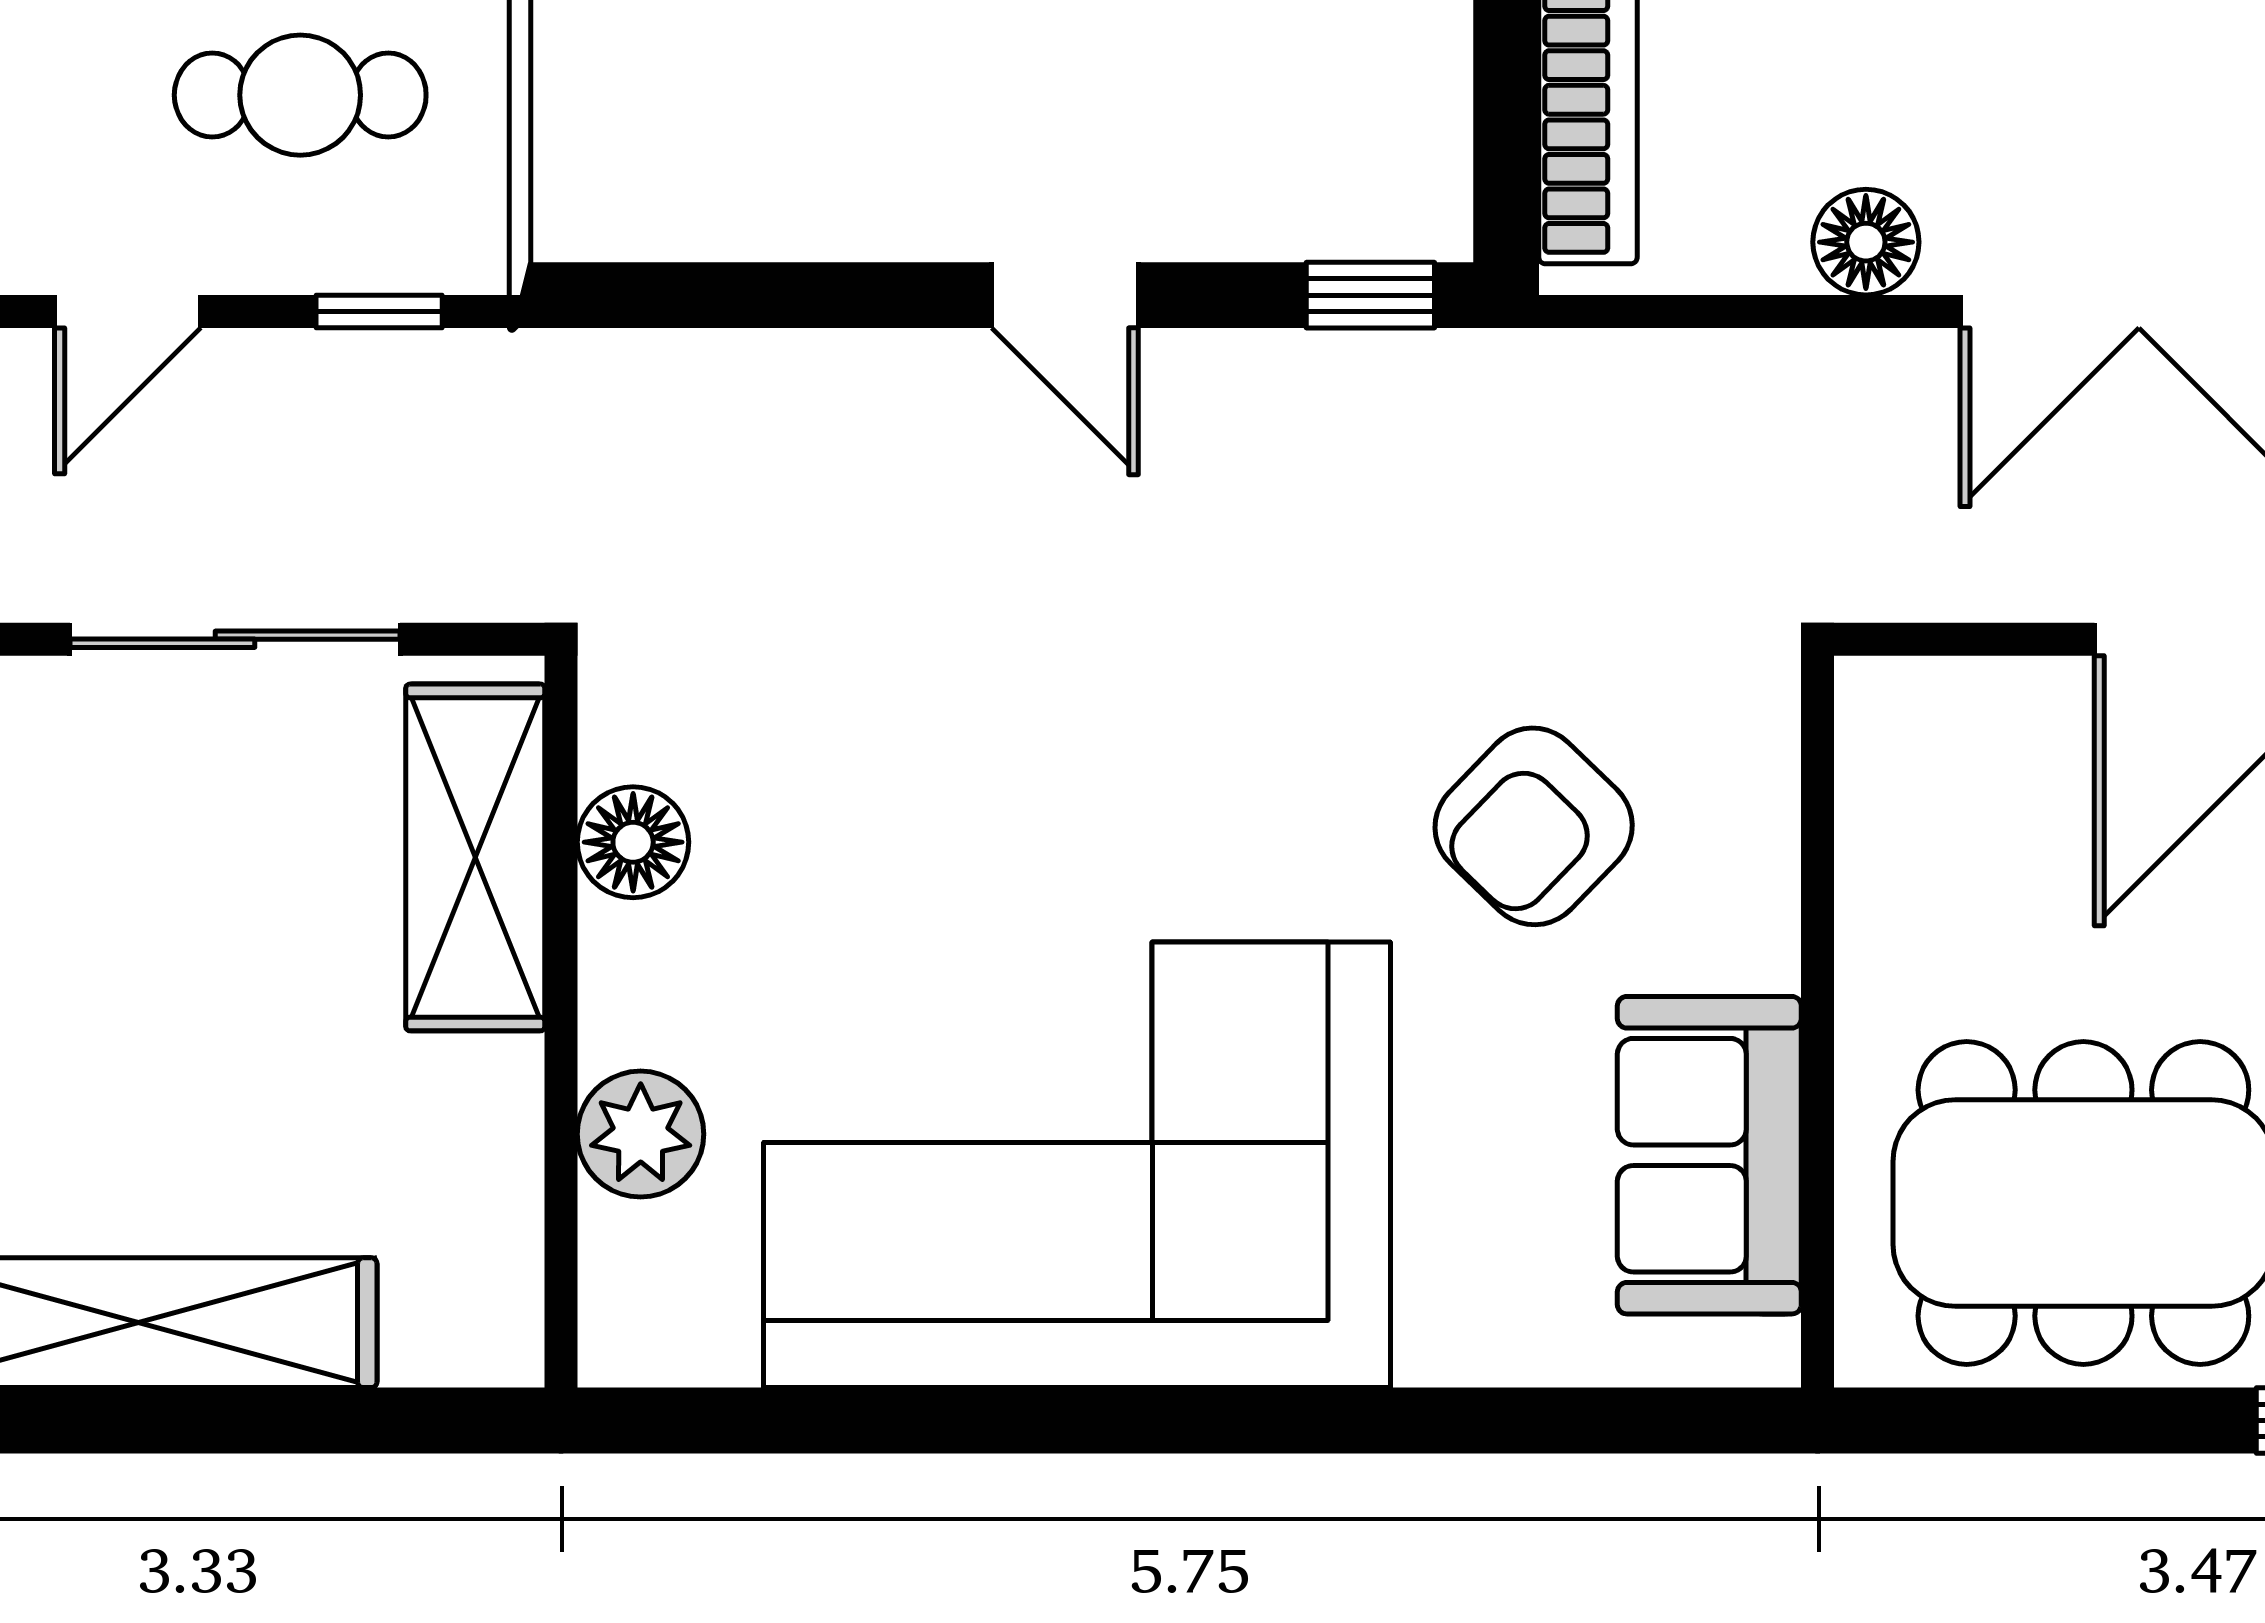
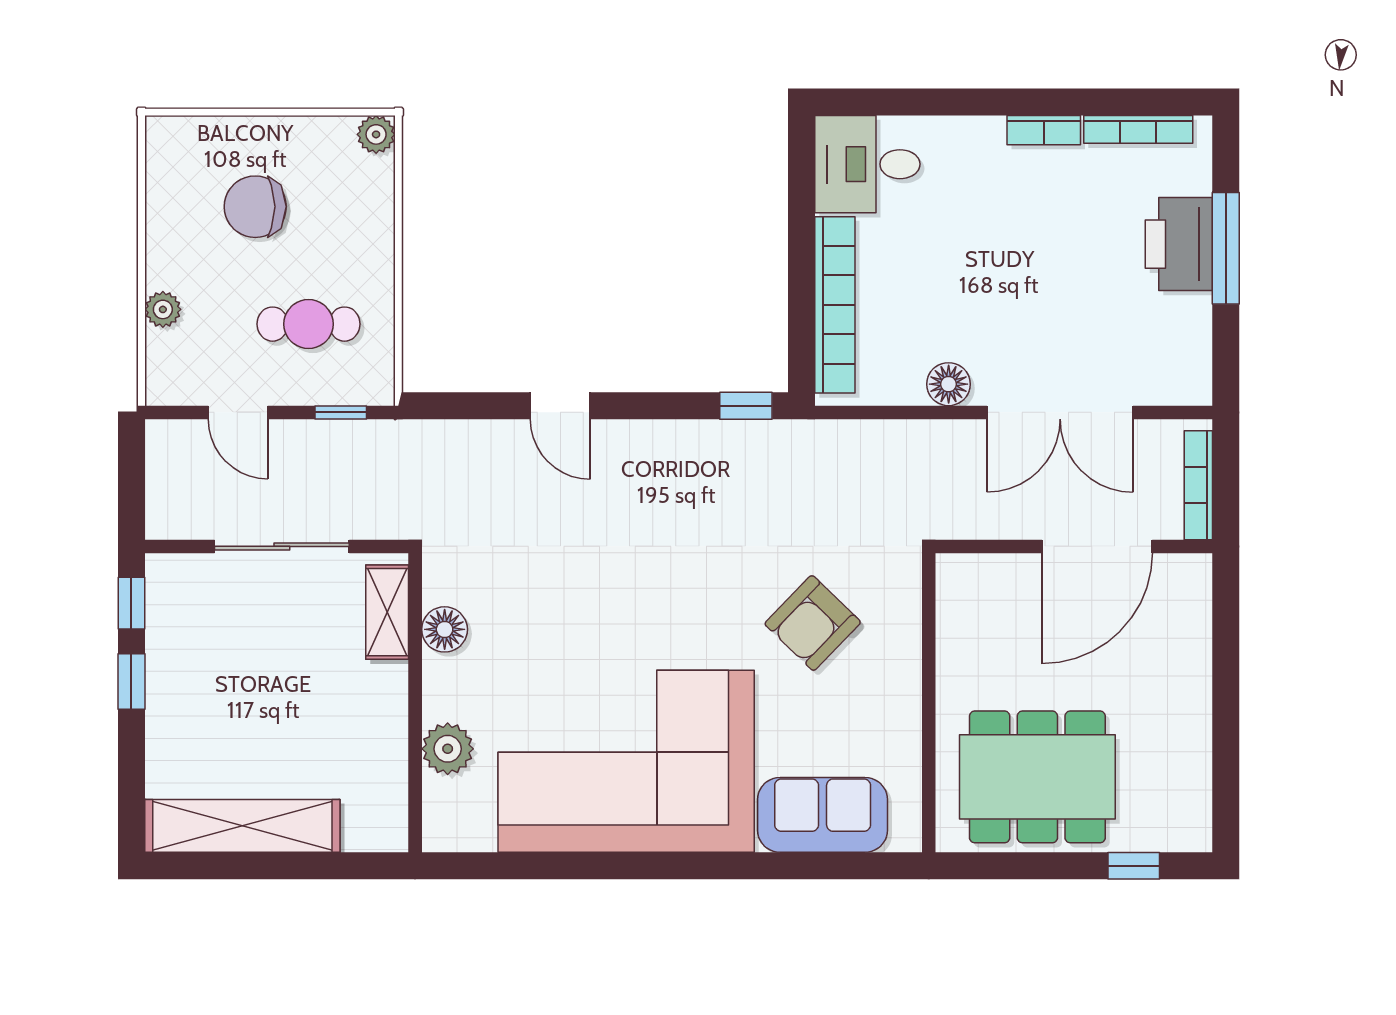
door: (1065, 295) -> (560, 406), moved
door: (128, 311) -> (238, 412), hinge flipped
shelving: (475, 857) -> (387, 612), width x0.67, depth x0.75
sofa: (1709, 1155) -> (823, 815), moved, turned 90

